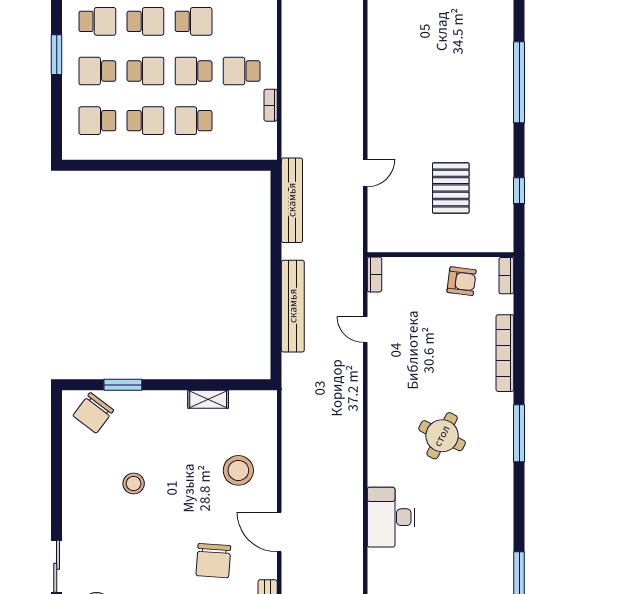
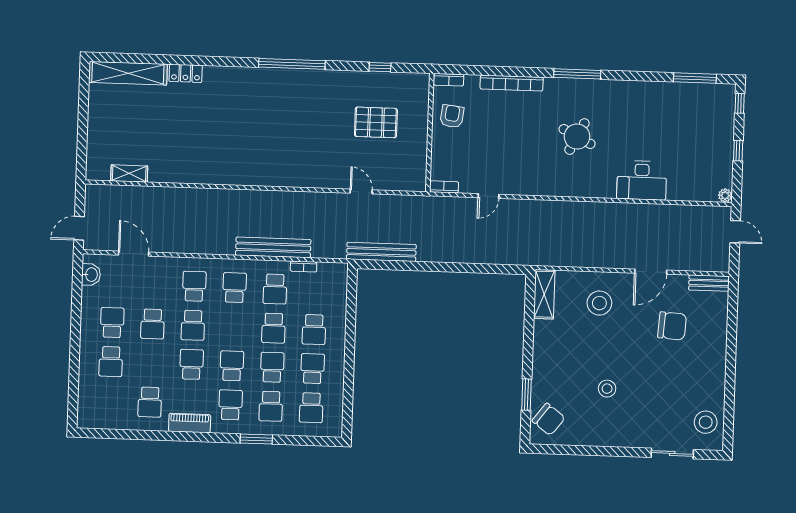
school desk: (194, 21) -> (235, 288), moved
bench: (293, 306) -> (273, 247), moved
shelving: (208, 399) -> (544, 294), moved, width x1.50, depth x1.33

